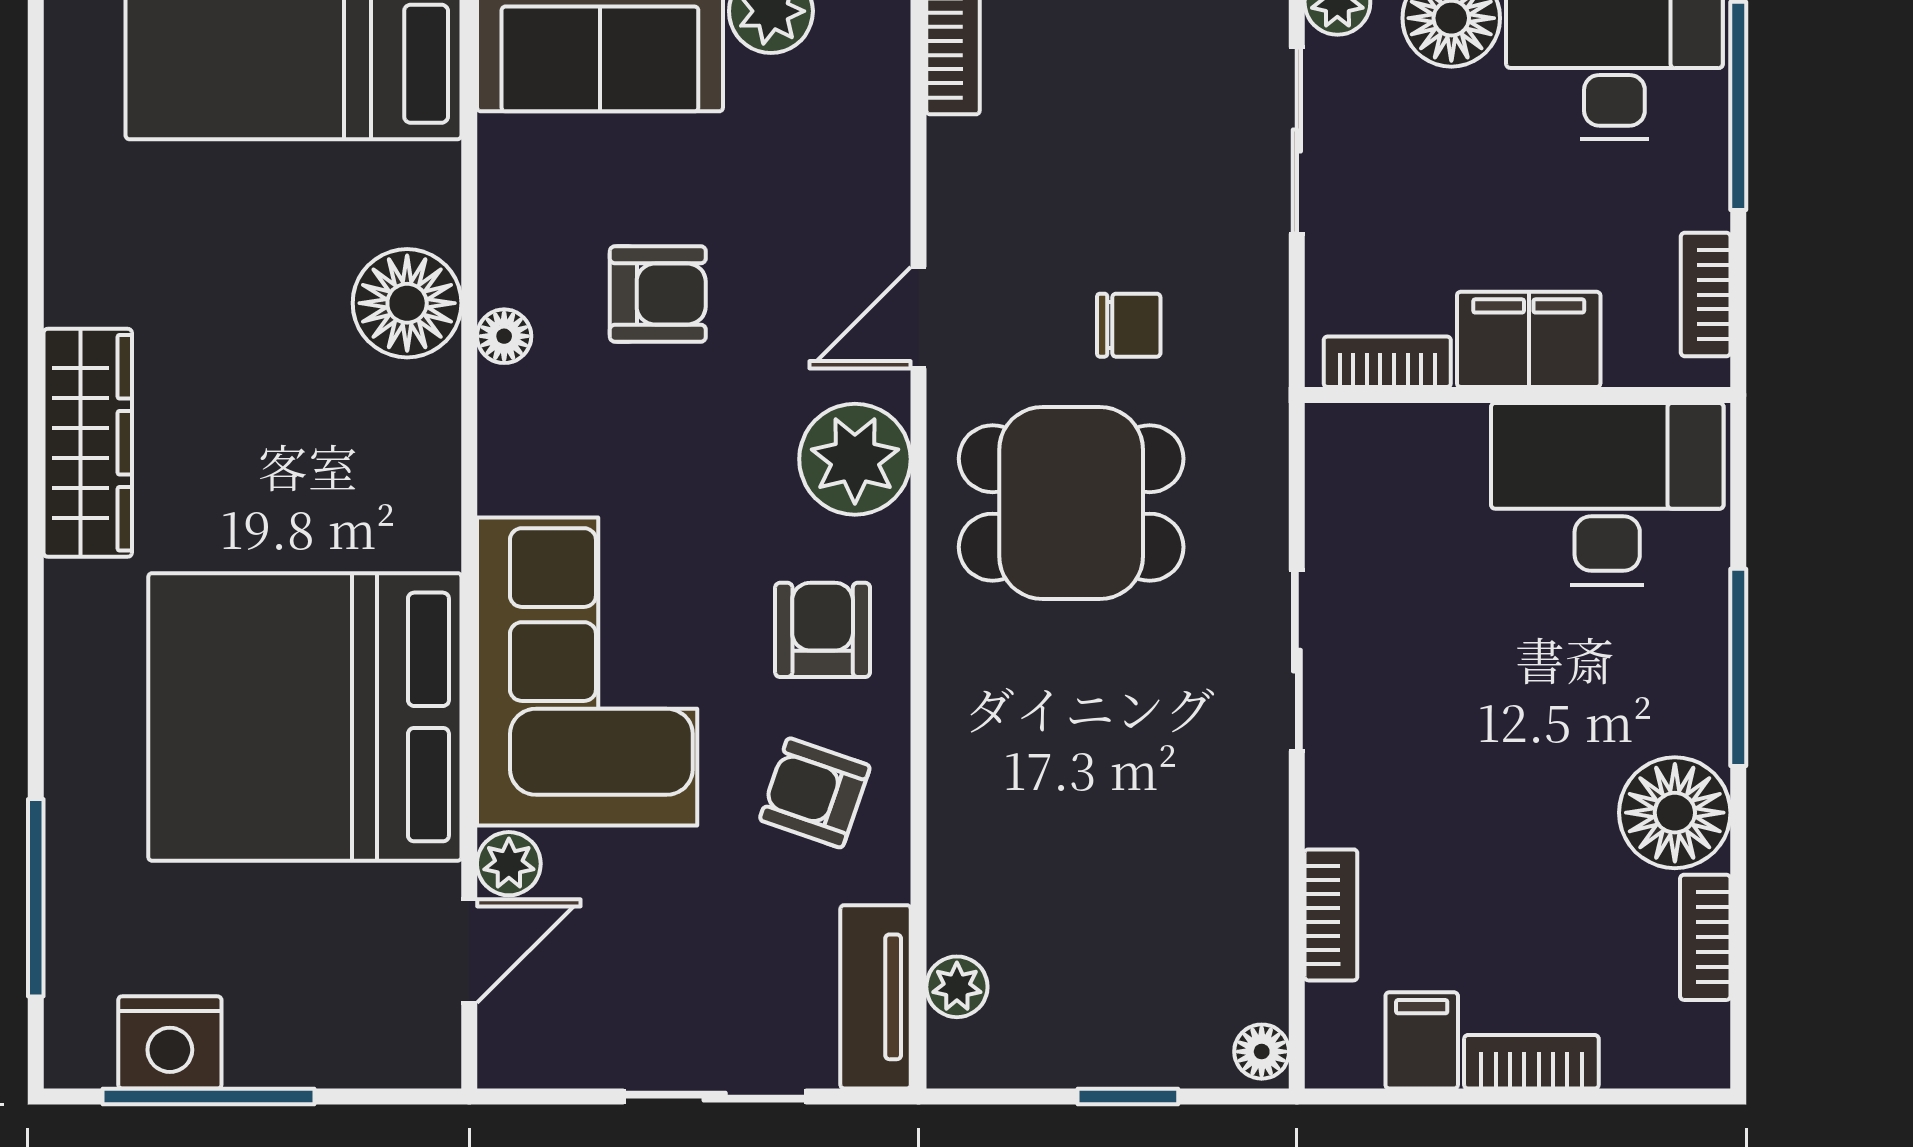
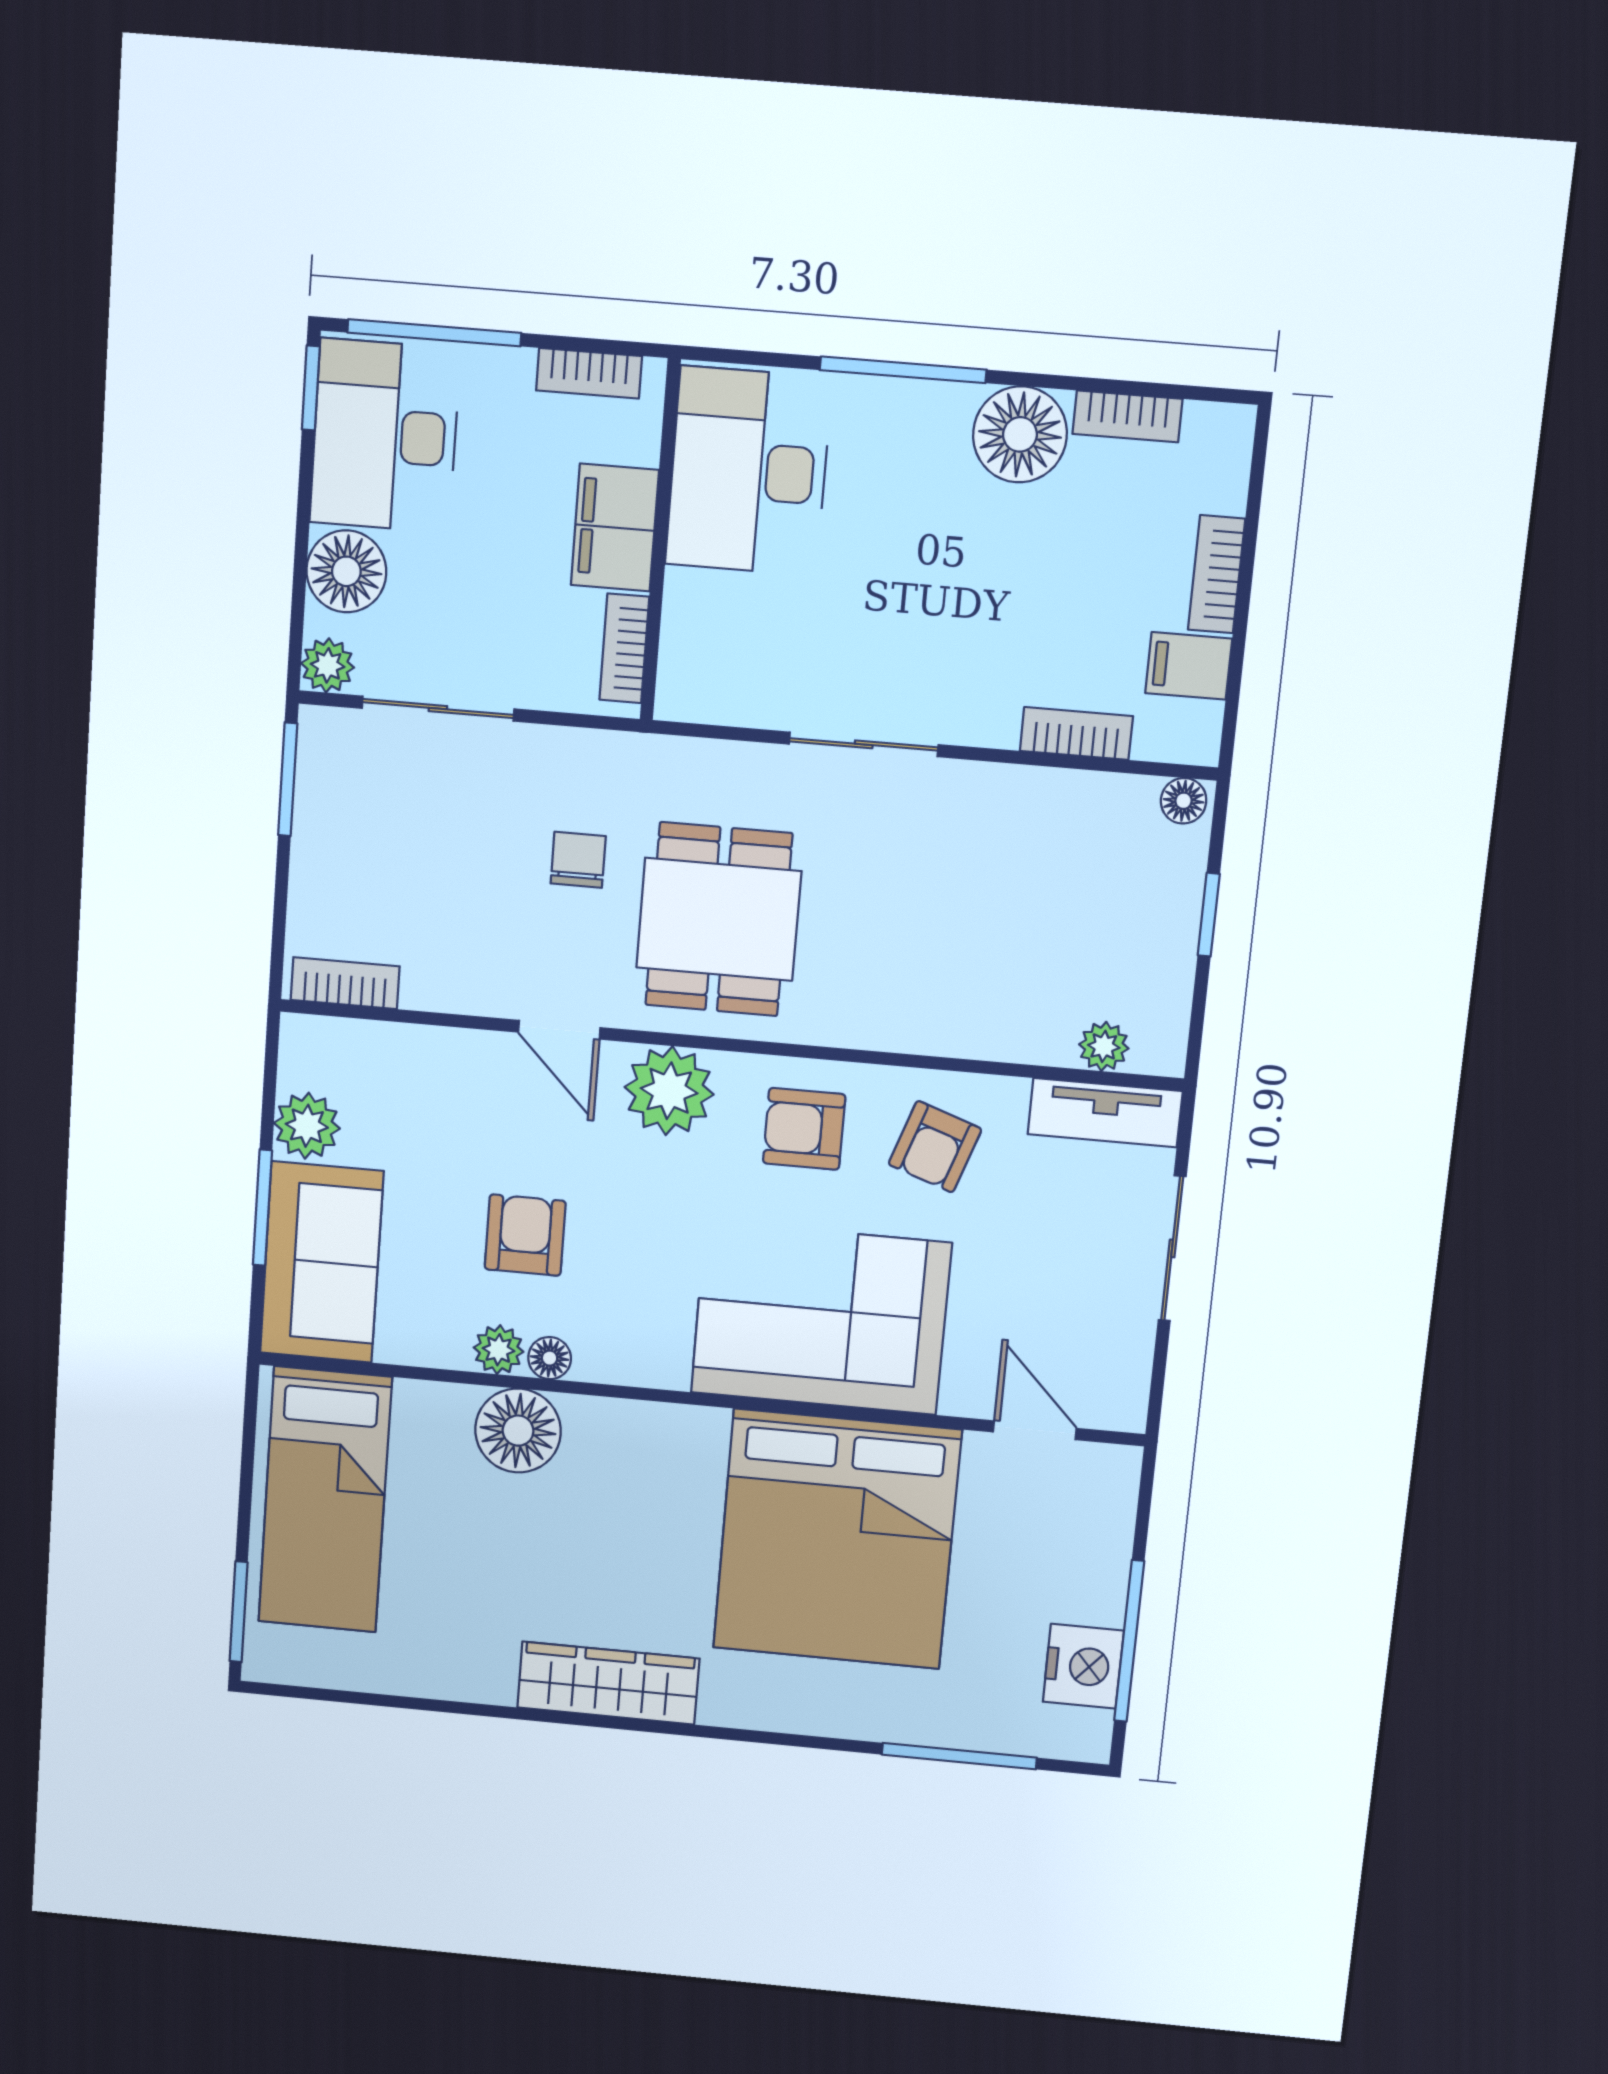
plant: (509, 864) -> (499, 1350), moved

